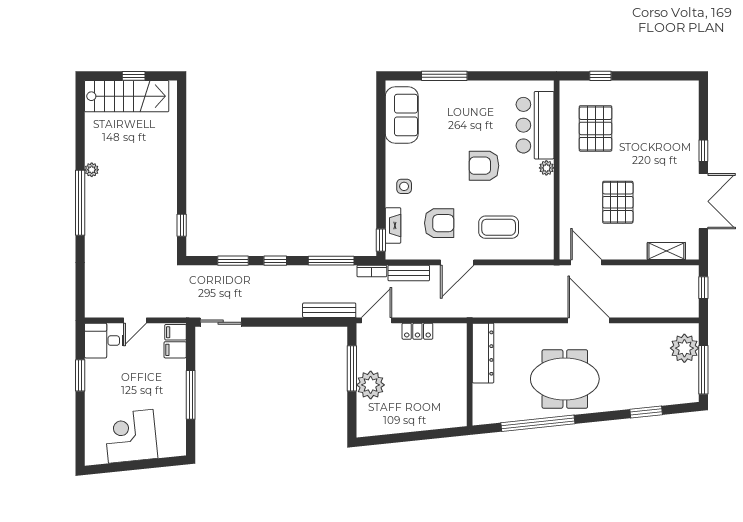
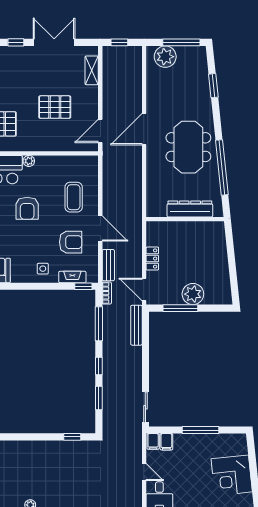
armchair: (439, 223) -> (71, 242), turned 90
dresser: (483, 353) -> (190, 209), moved

